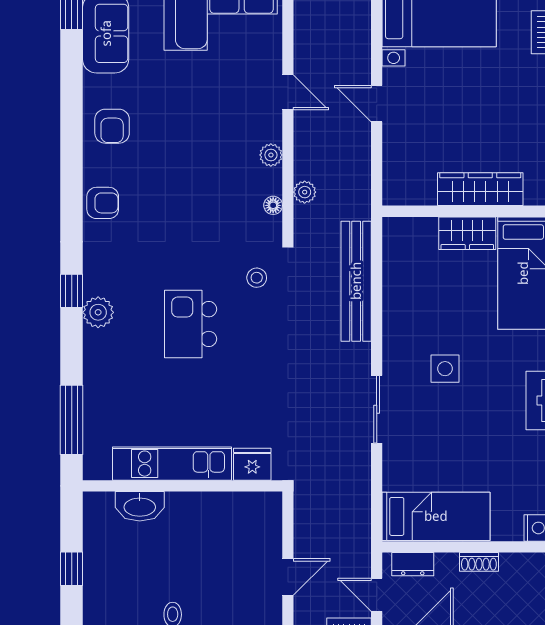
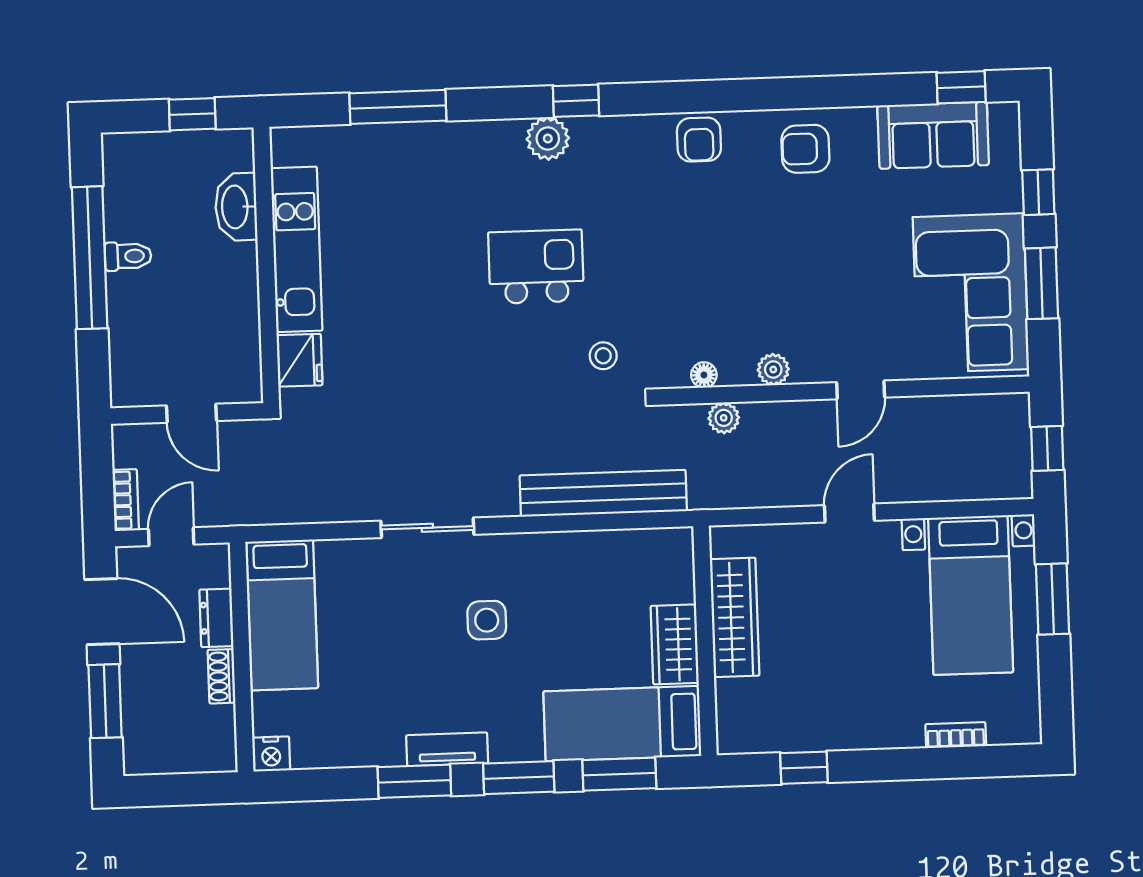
wardrobe: (480, 189) -> (735, 617), moved
kitchen unit: (172, 464) -> (297, 249), moved
fridge: (252, 464) -> (299, 360), moved
wall: (182, 486) -> (266, 265), moved
washbasin: (140, 506) -> (236, 207), moved
dresser: (413, 564) -> (216, 618), moved

